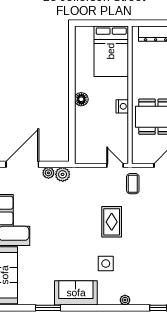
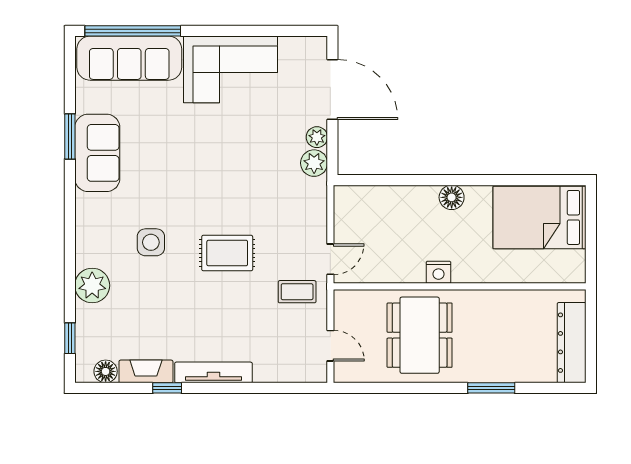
bed: (111, 51) -> (540, 217), moved
sofa: (76, 293) -> (97, 153), moved
plant: (125, 300) -> (92, 285), width x1.87, depth x1.87

